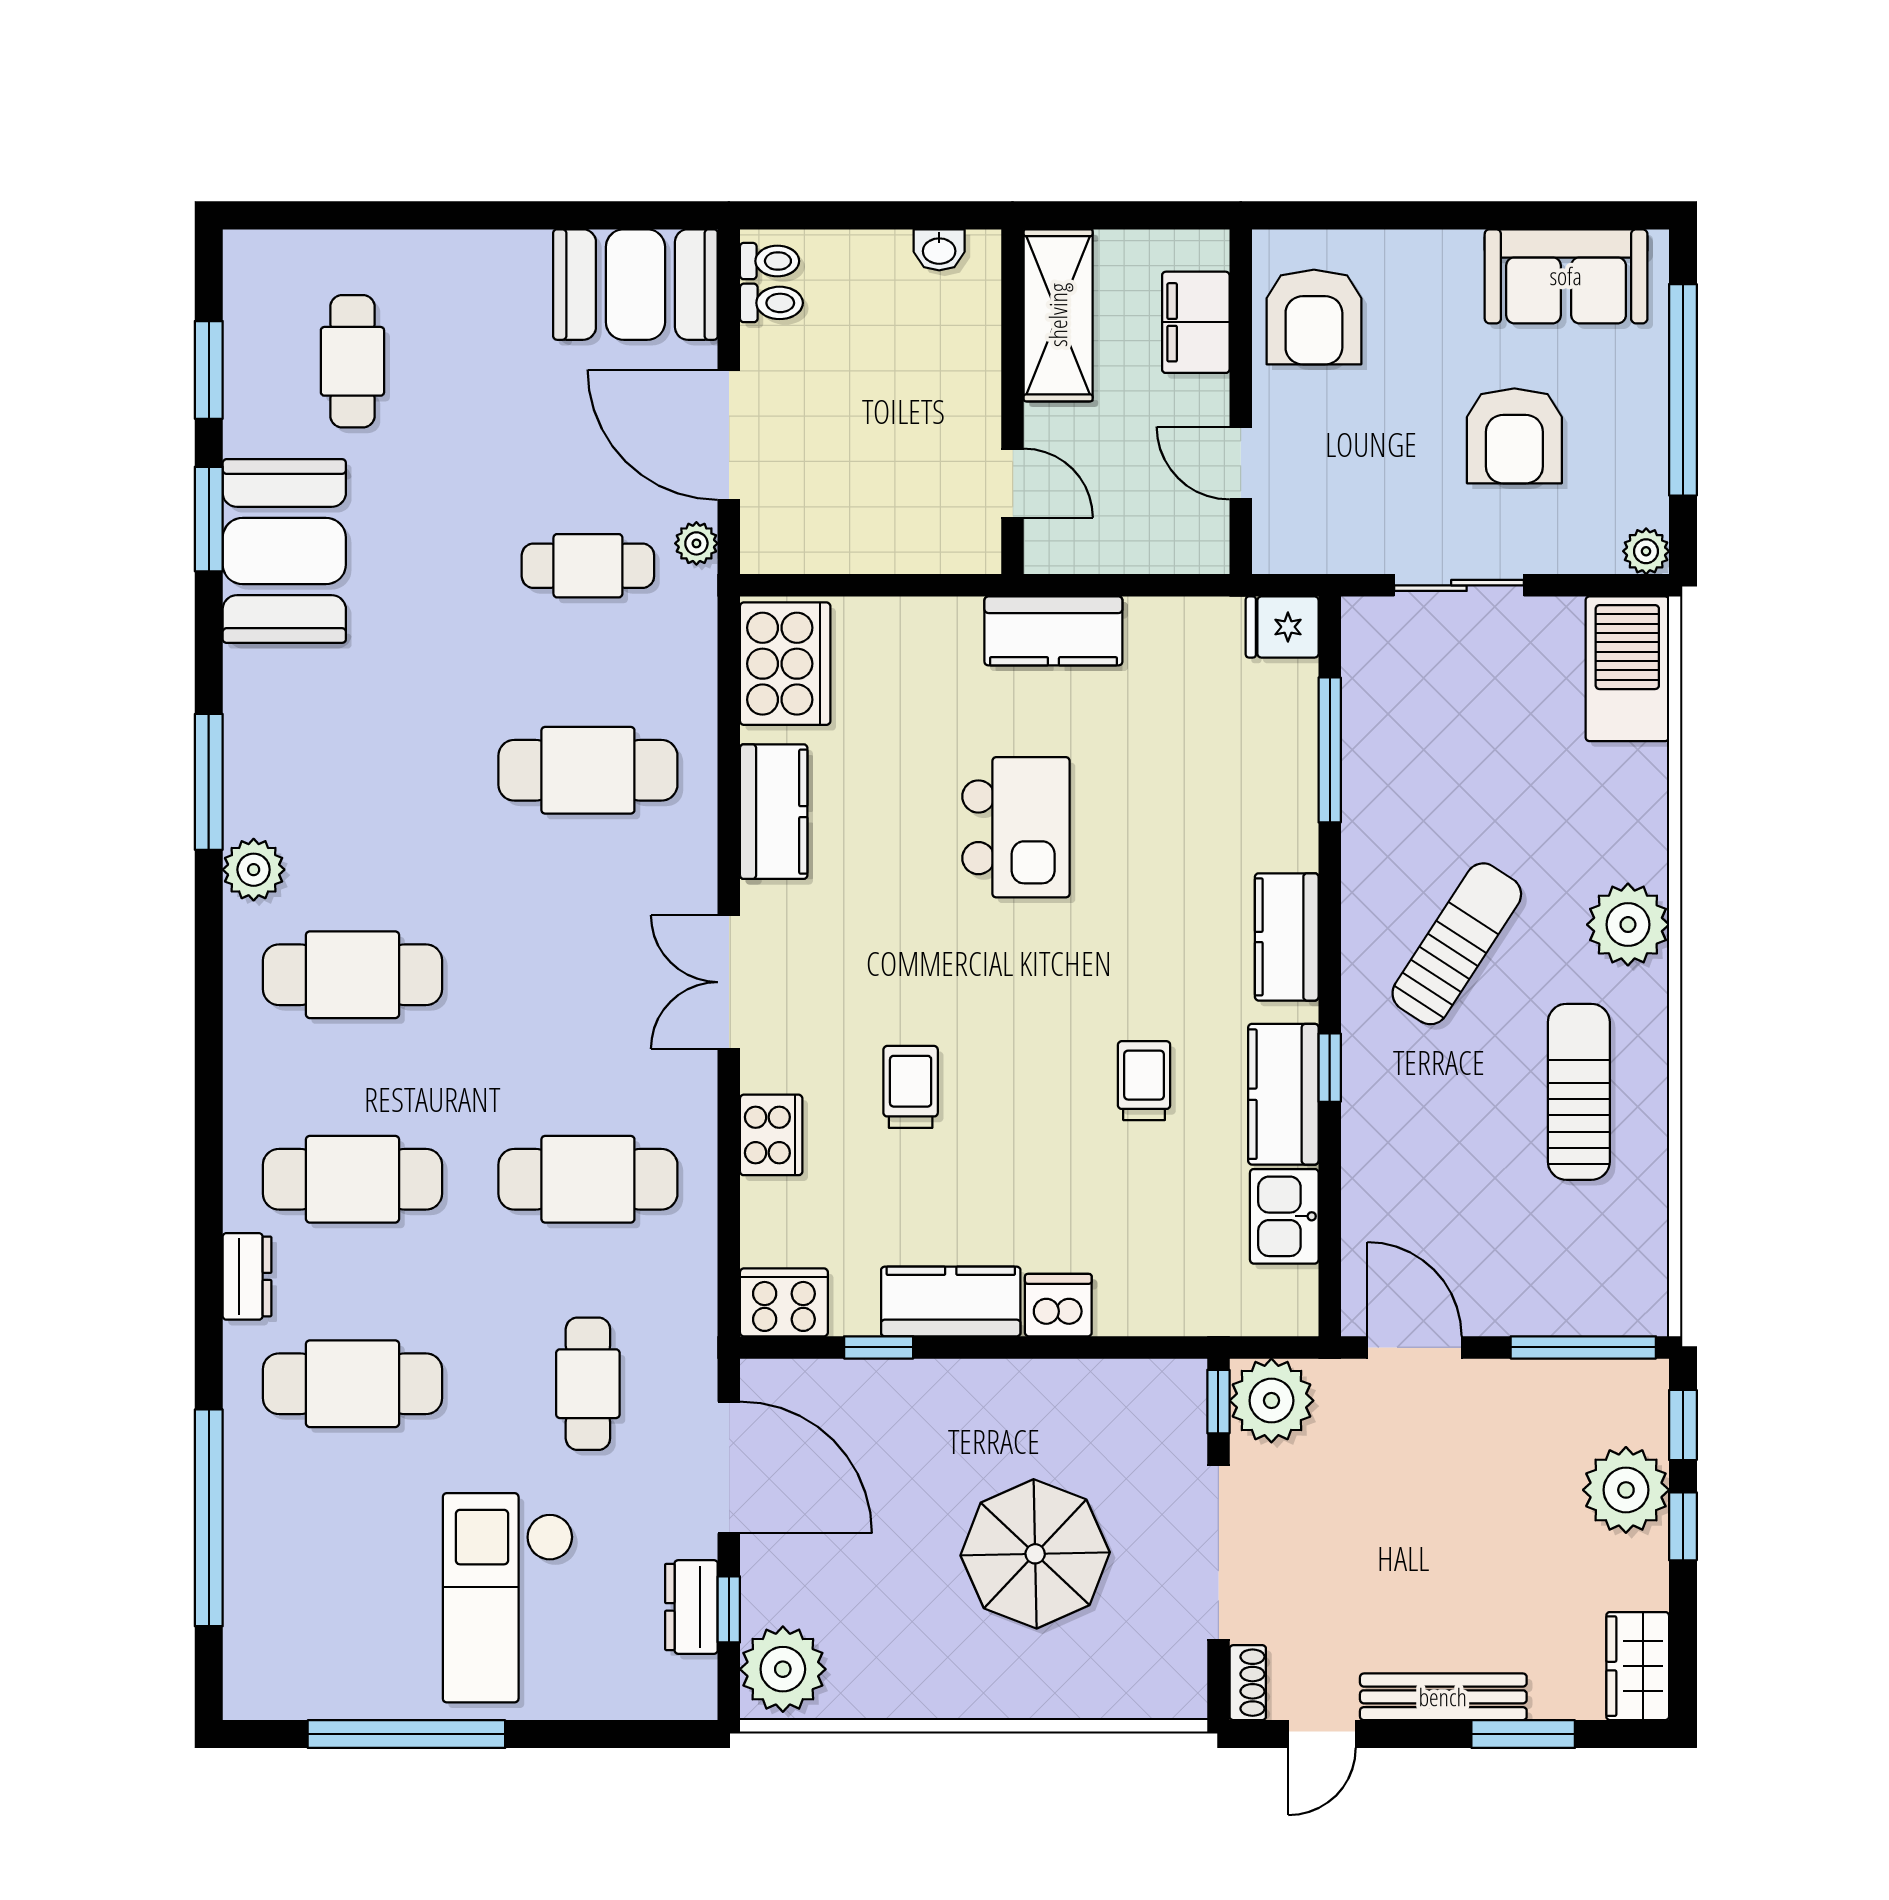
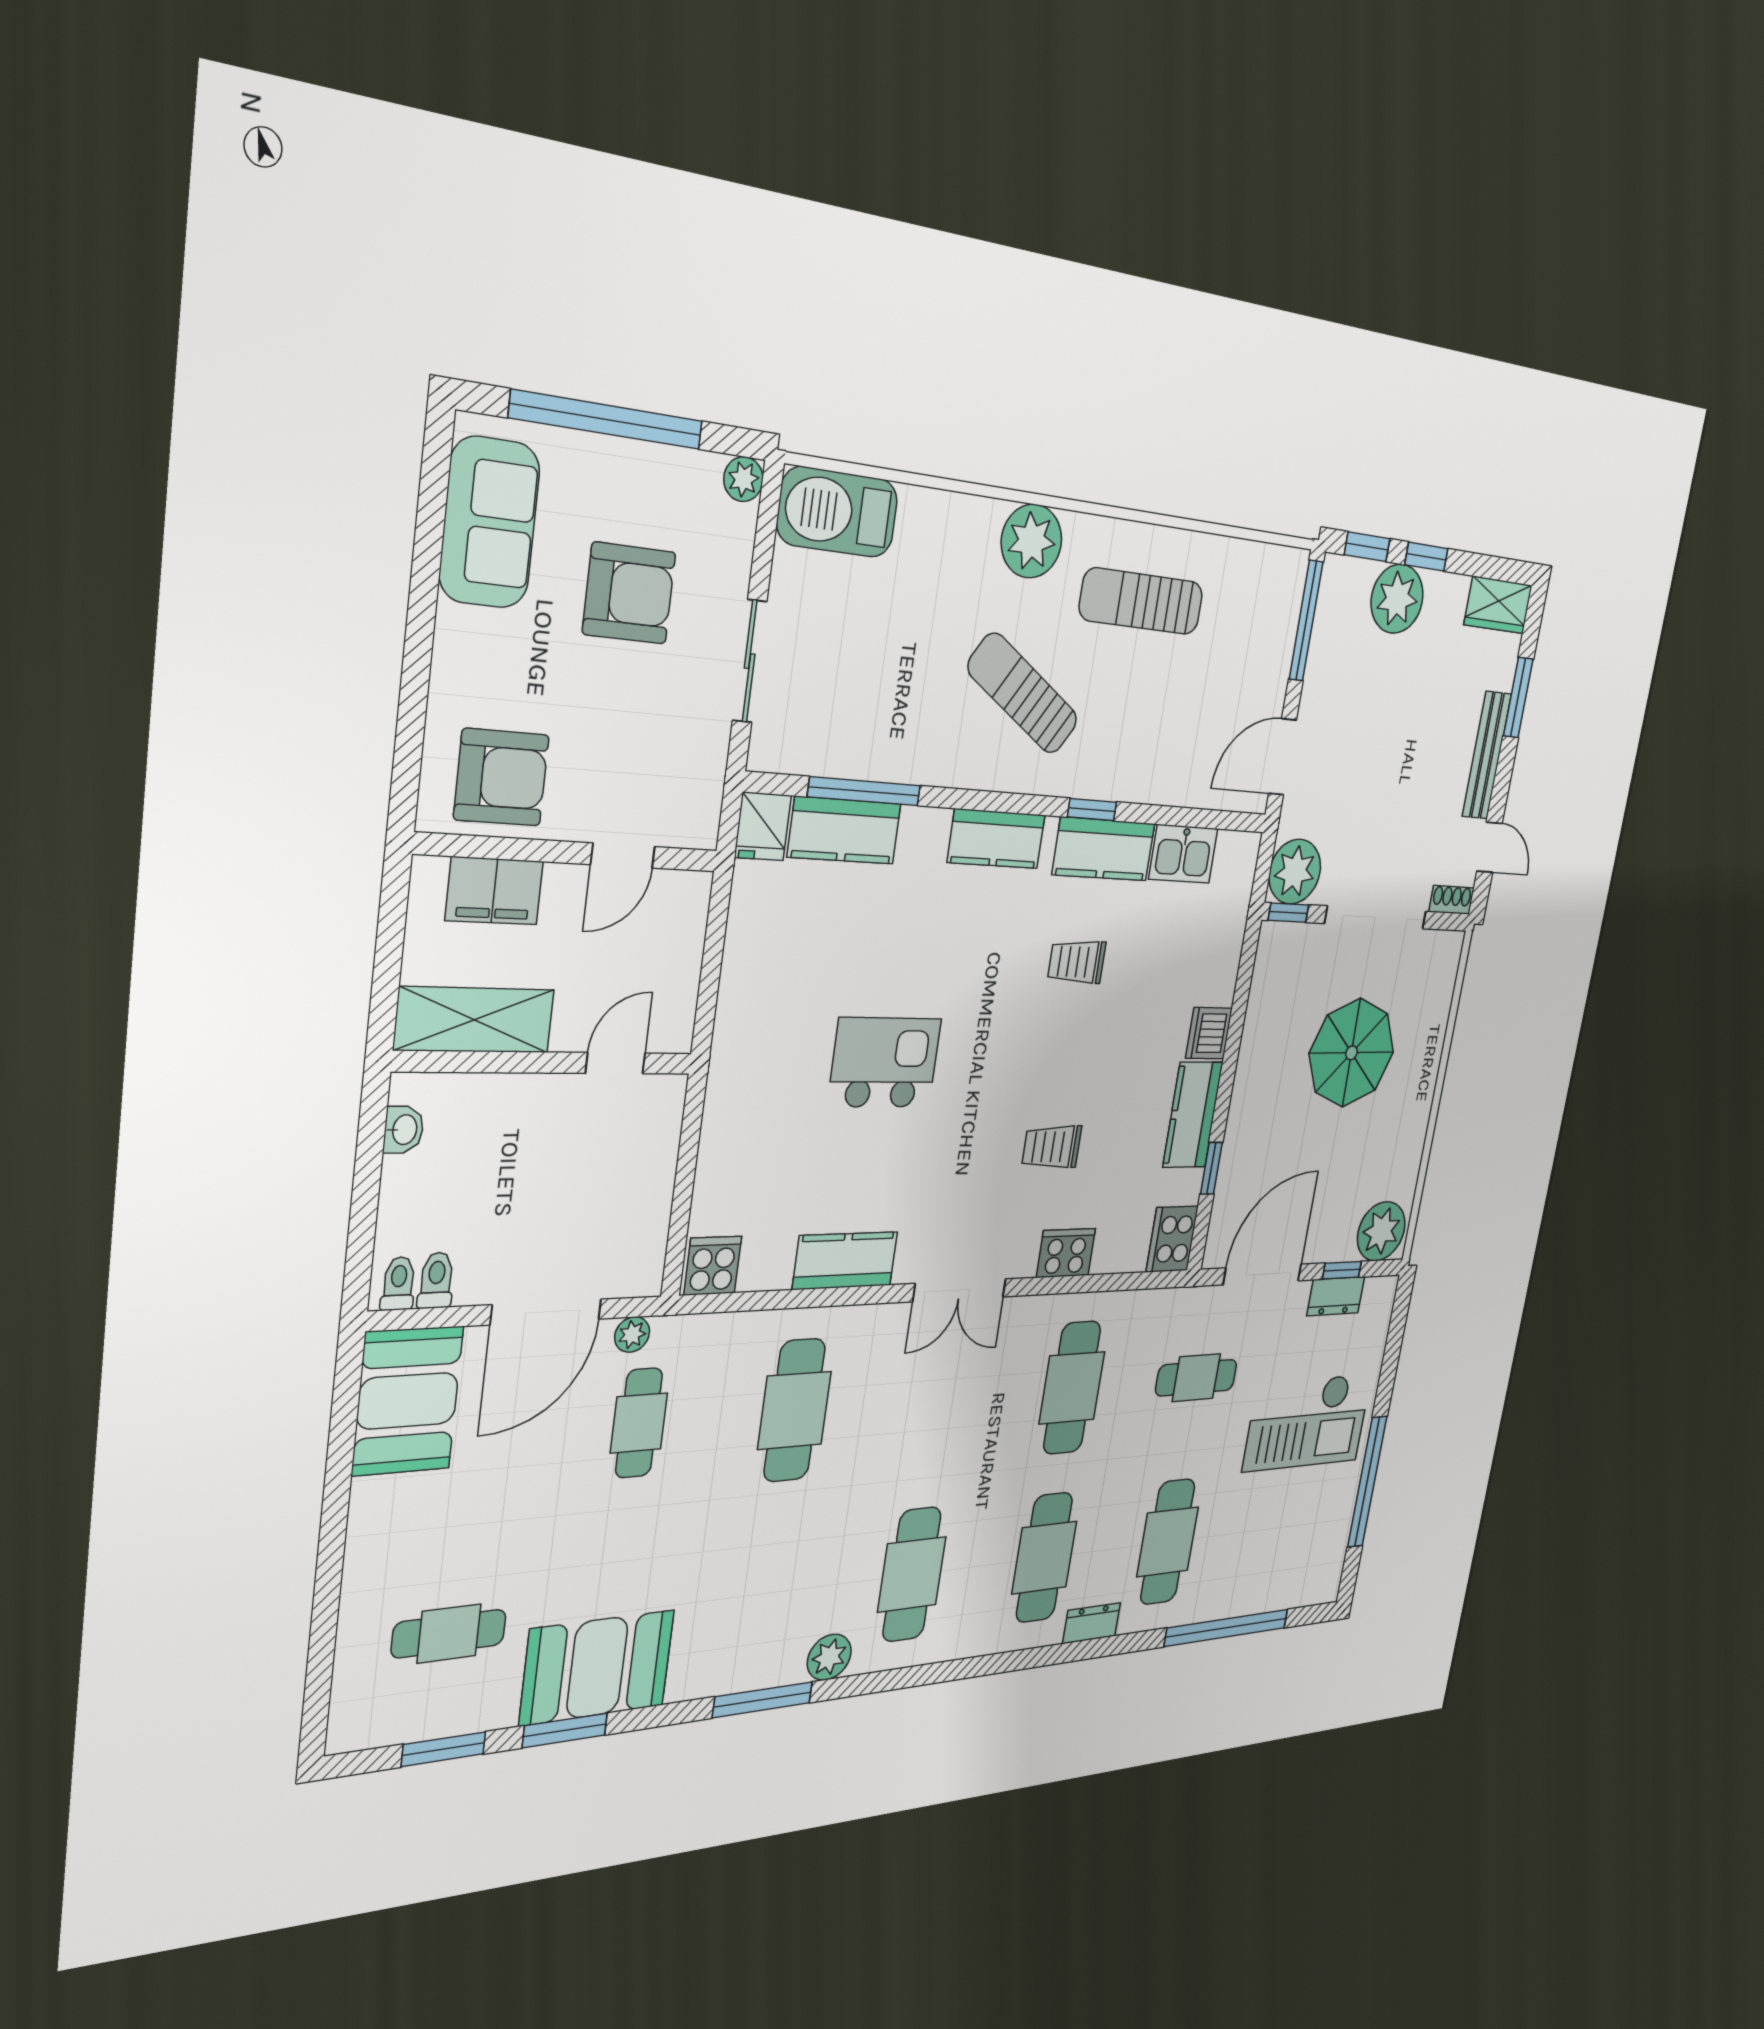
kitchen counter: (1053, 631) -> (844, 830), moved, turned 90
cooker: (785, 664) -> (713, 1266), width x0.53, depth x0.76

